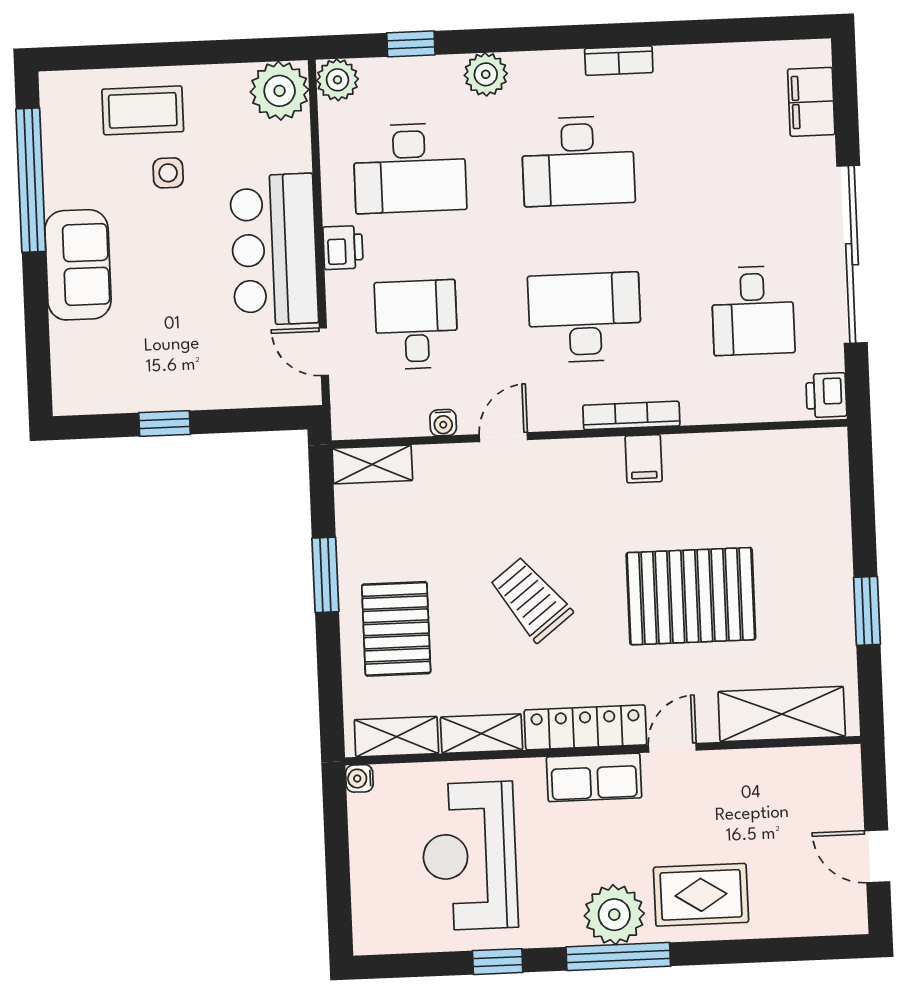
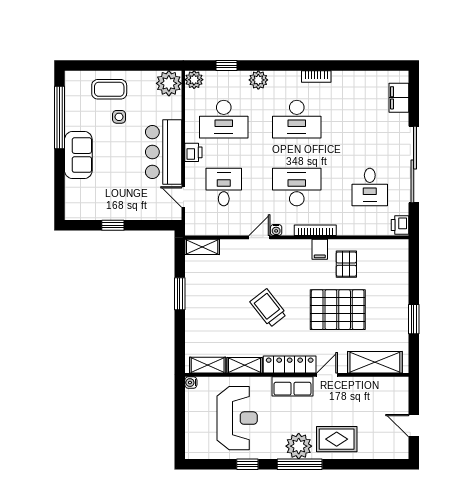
water cooler: (443, 423) -> (276, 230), moved
pallet: (396, 629) -> (346, 264), moved, width x0.67, depth x0.71
reception desk: (469, 856) -> (237, 418), turned 180

